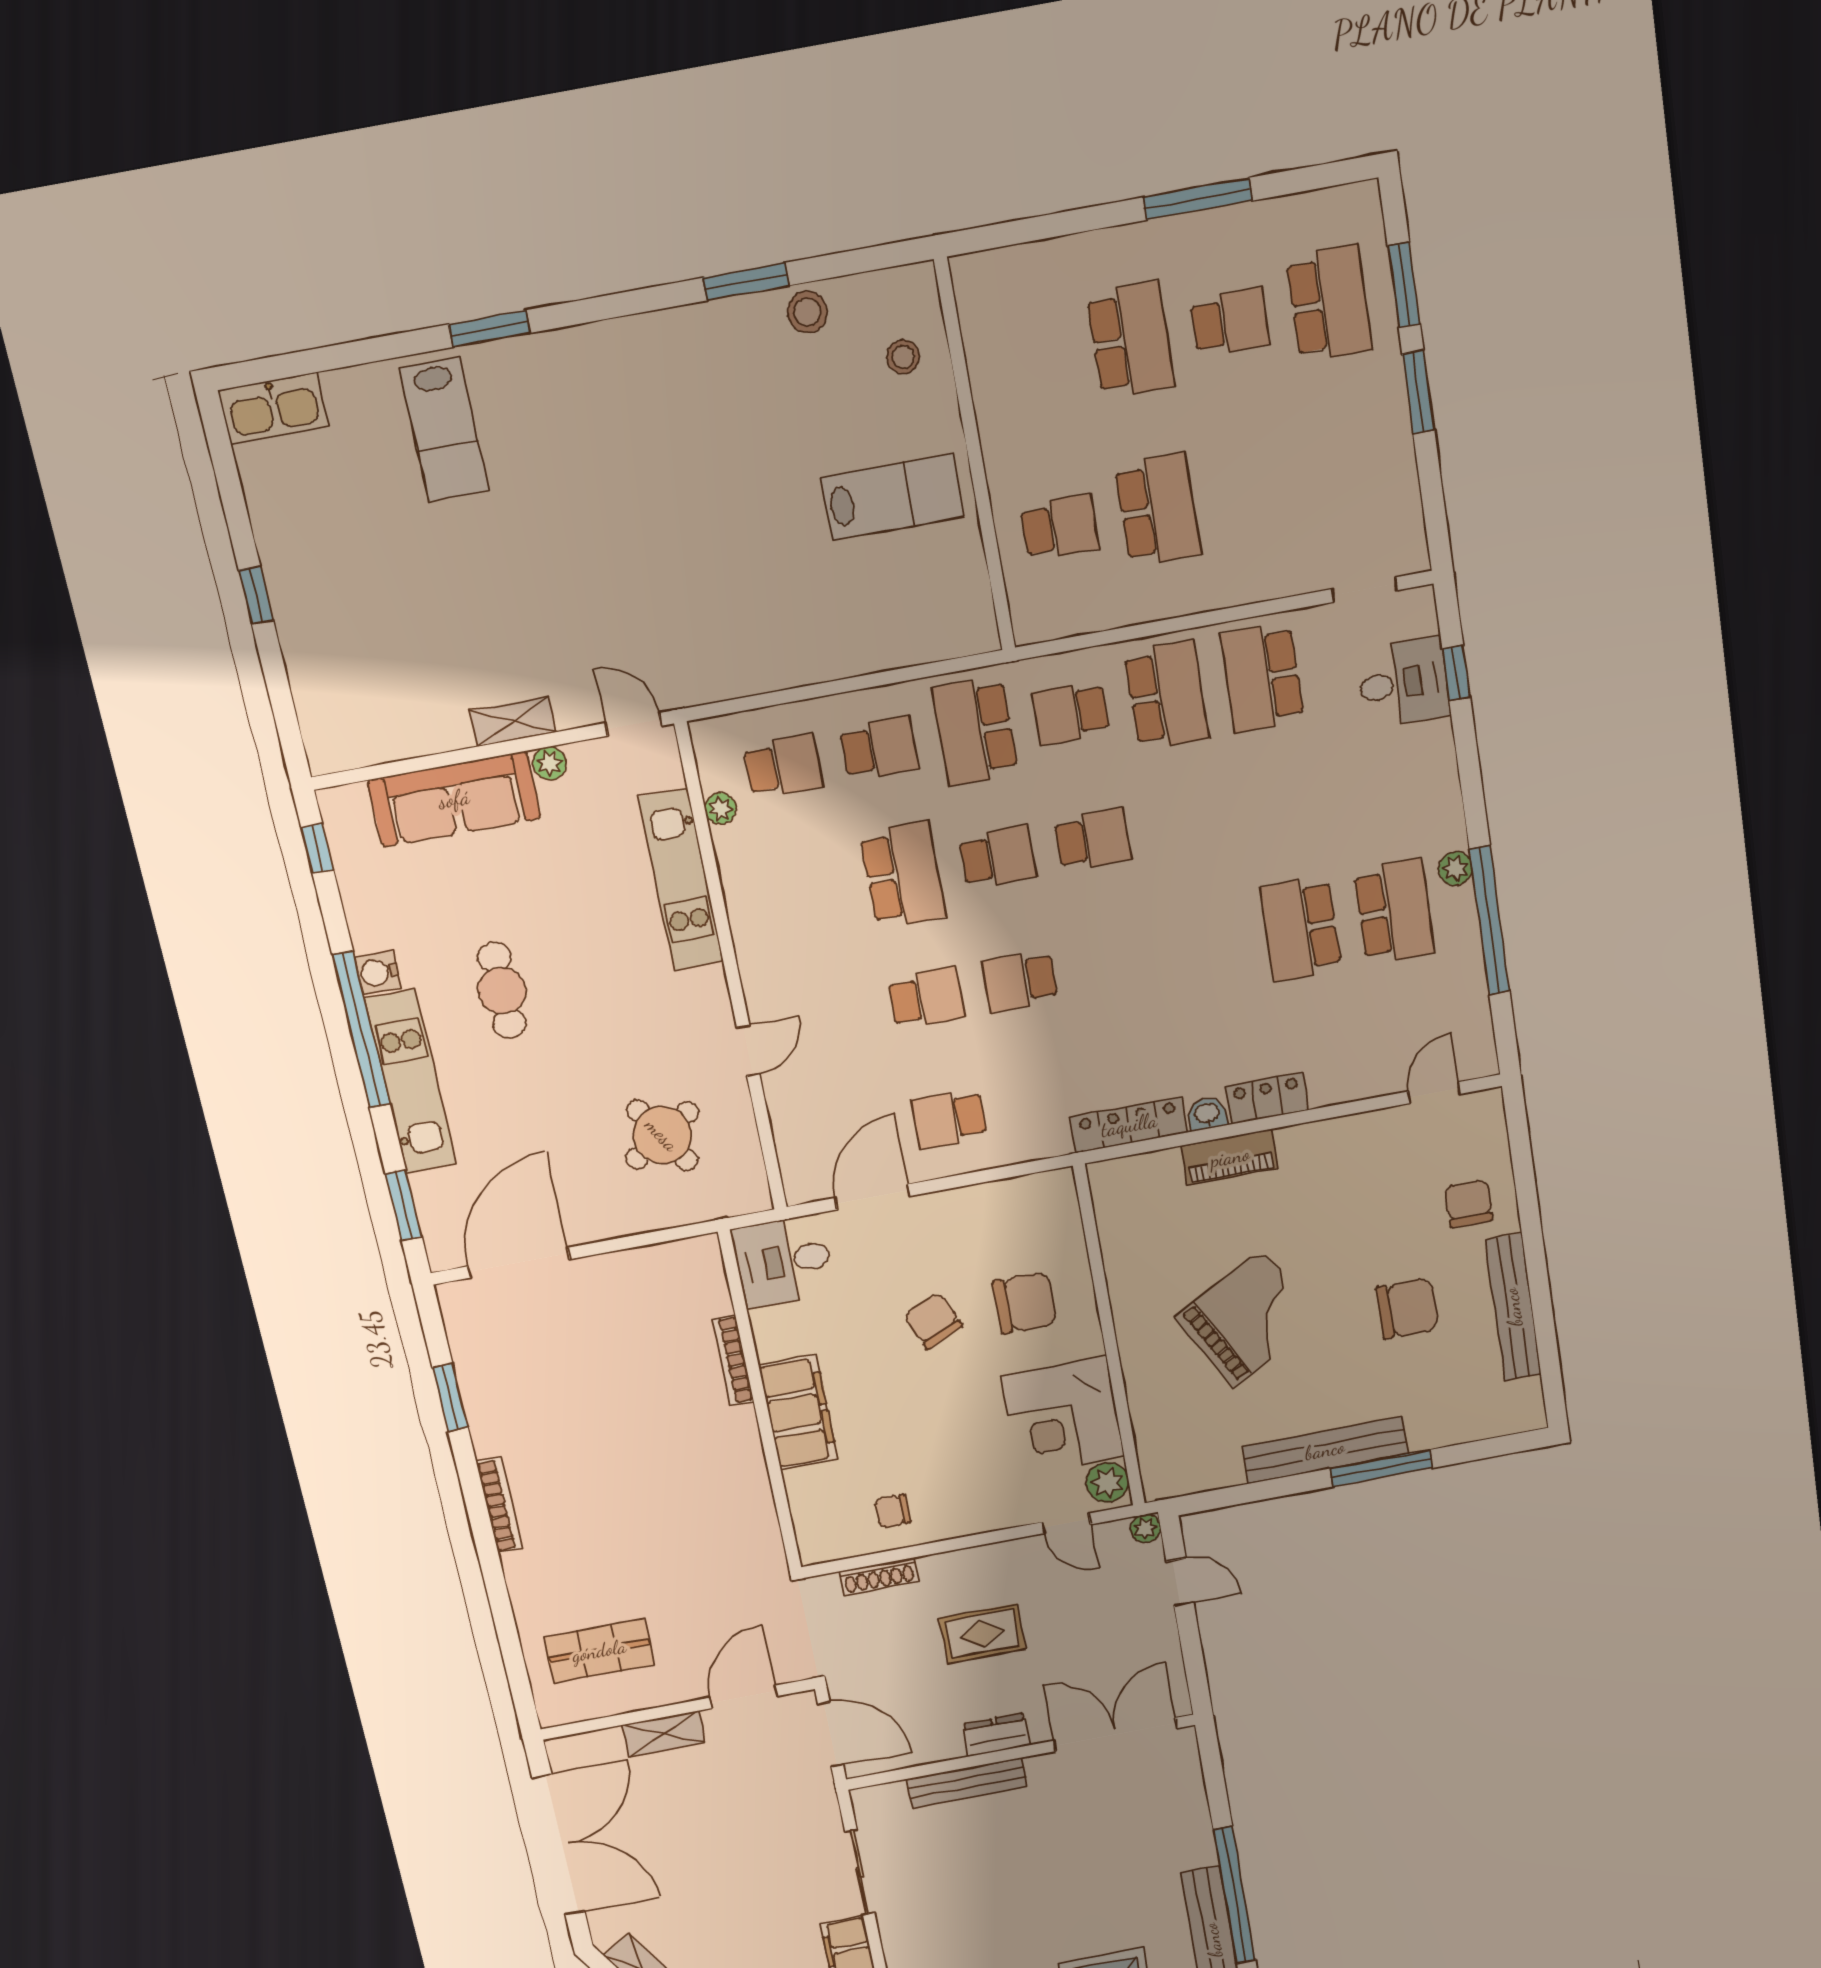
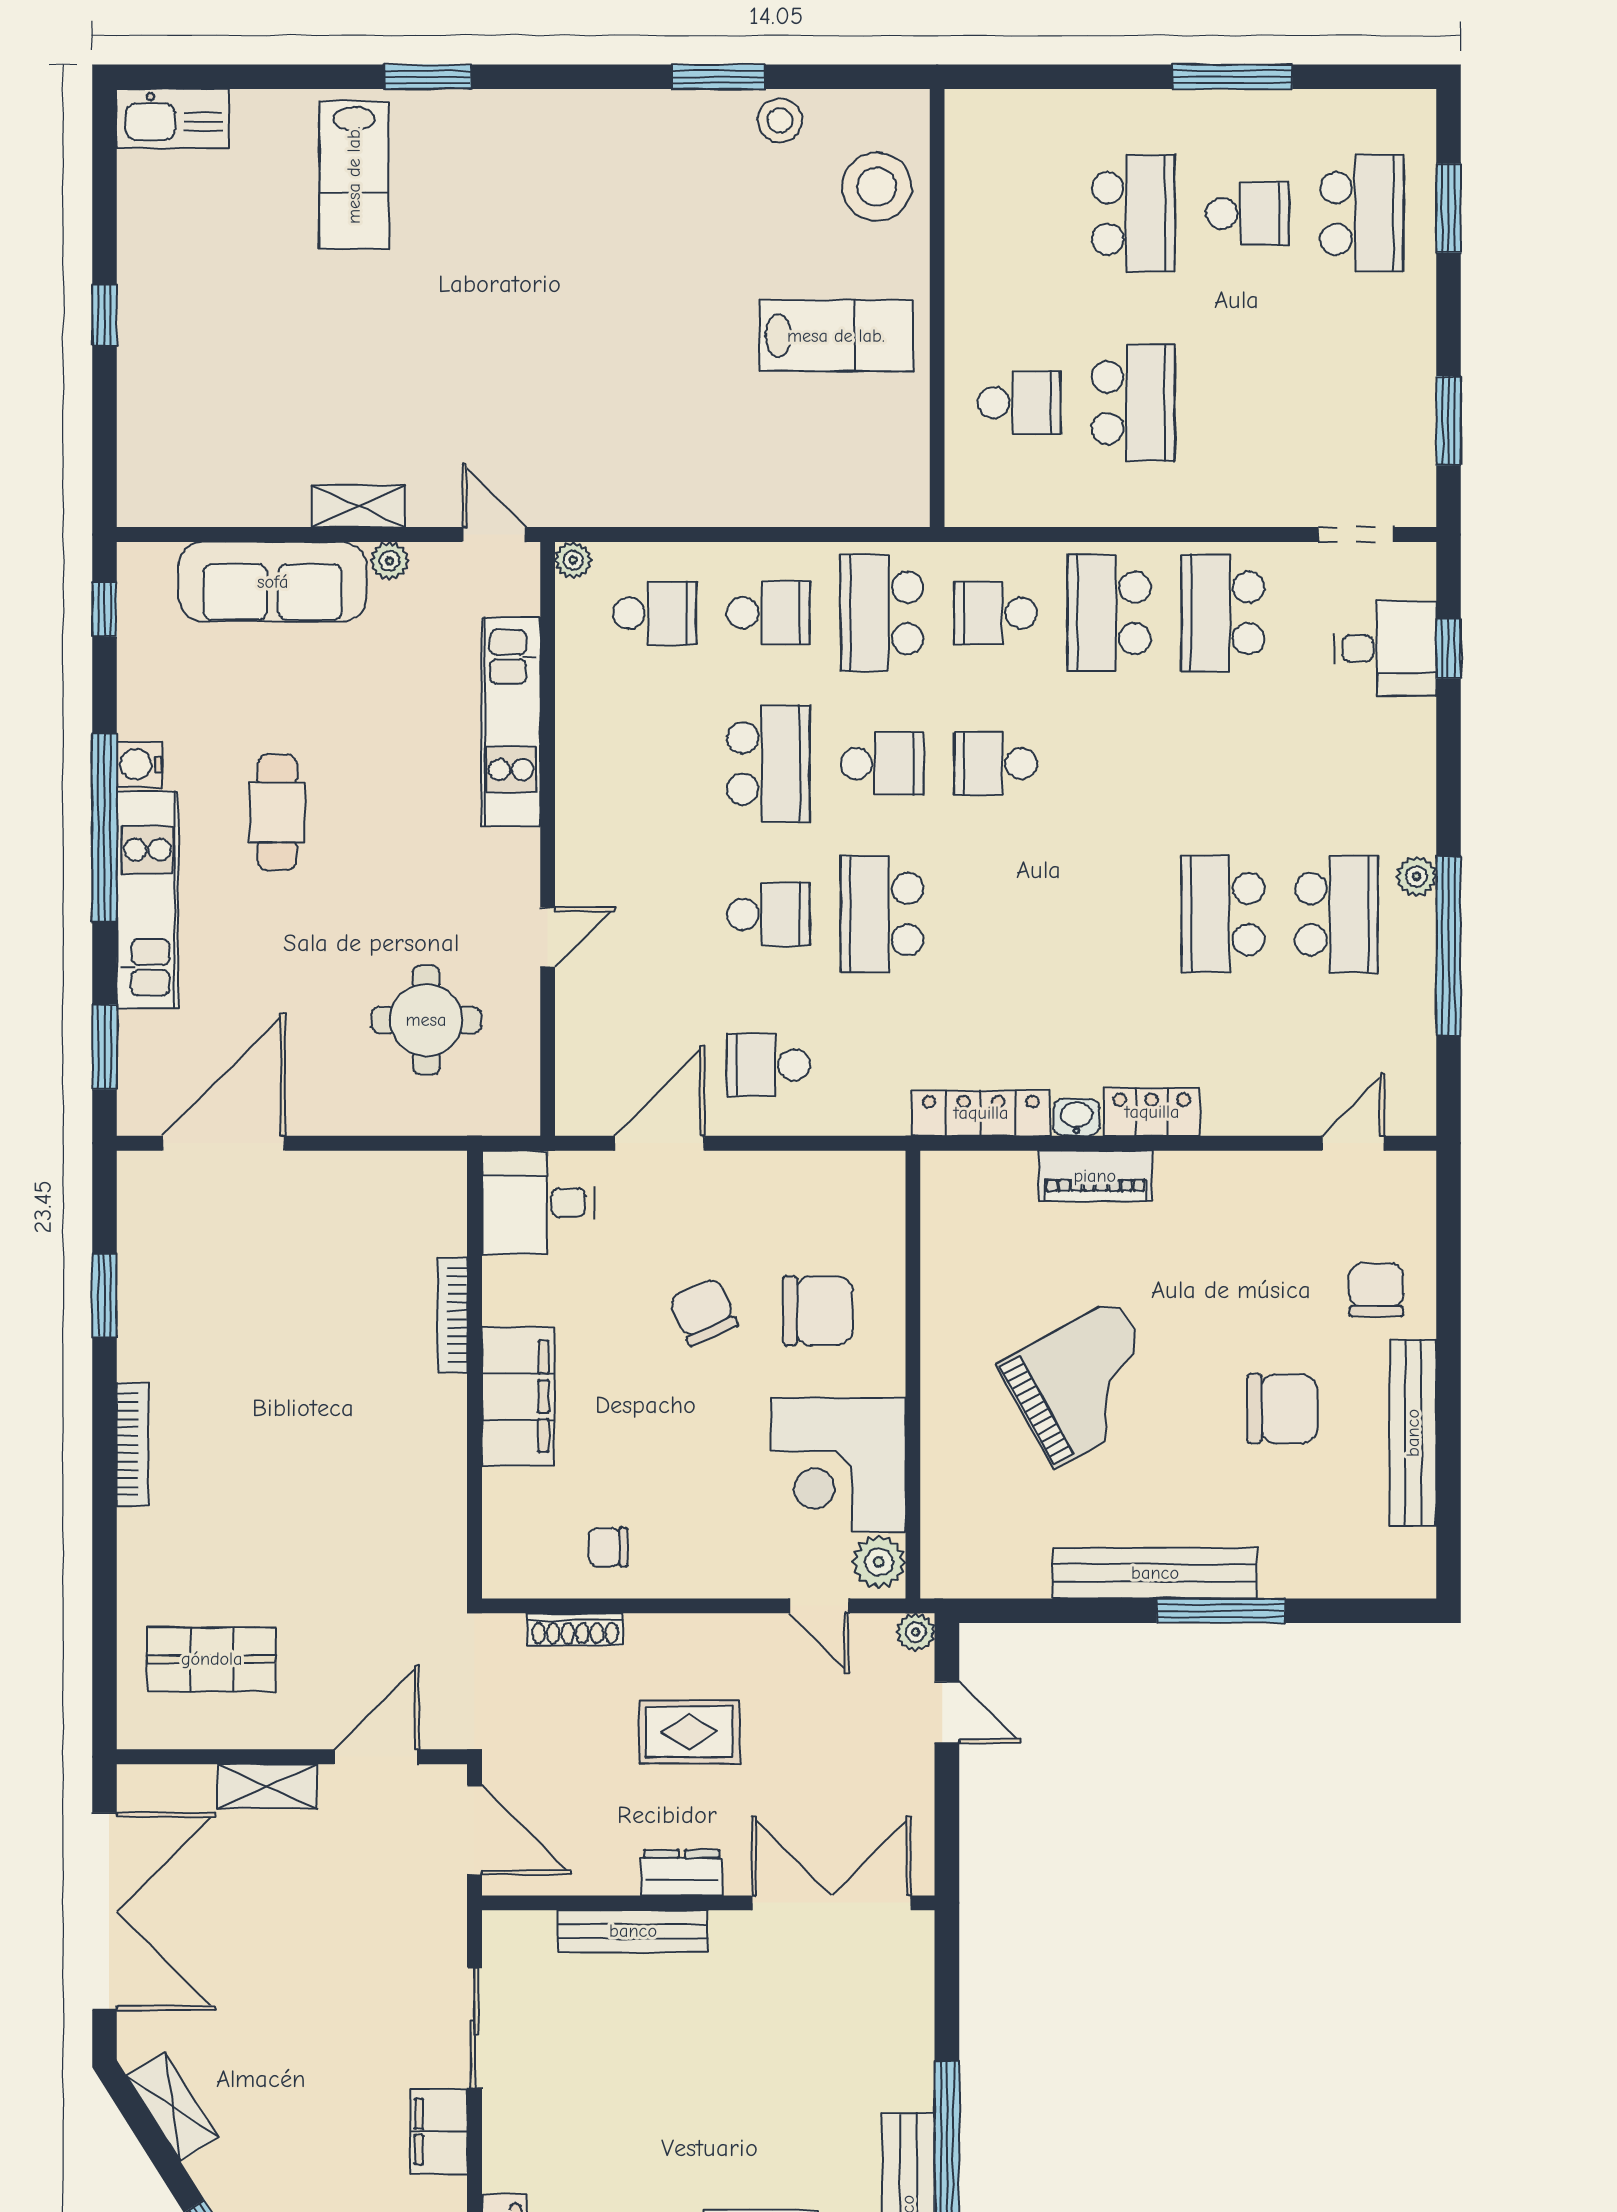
stool: (903, 357) -> (877, 187), width x1.89, depth x1.89
window: (1418, 392) -> (1448, 421), moved
school desk: (1167, 695) -> (1109, 613), turned 180
plant: (720, 809) -> (573, 560), moved
school desk: (1092, 840) -> (996, 764), turned 180
school desk: (1020, 981) -> (882, 914), width x1.85
round table: (662, 1135) -> (426, 1020), turned 32

